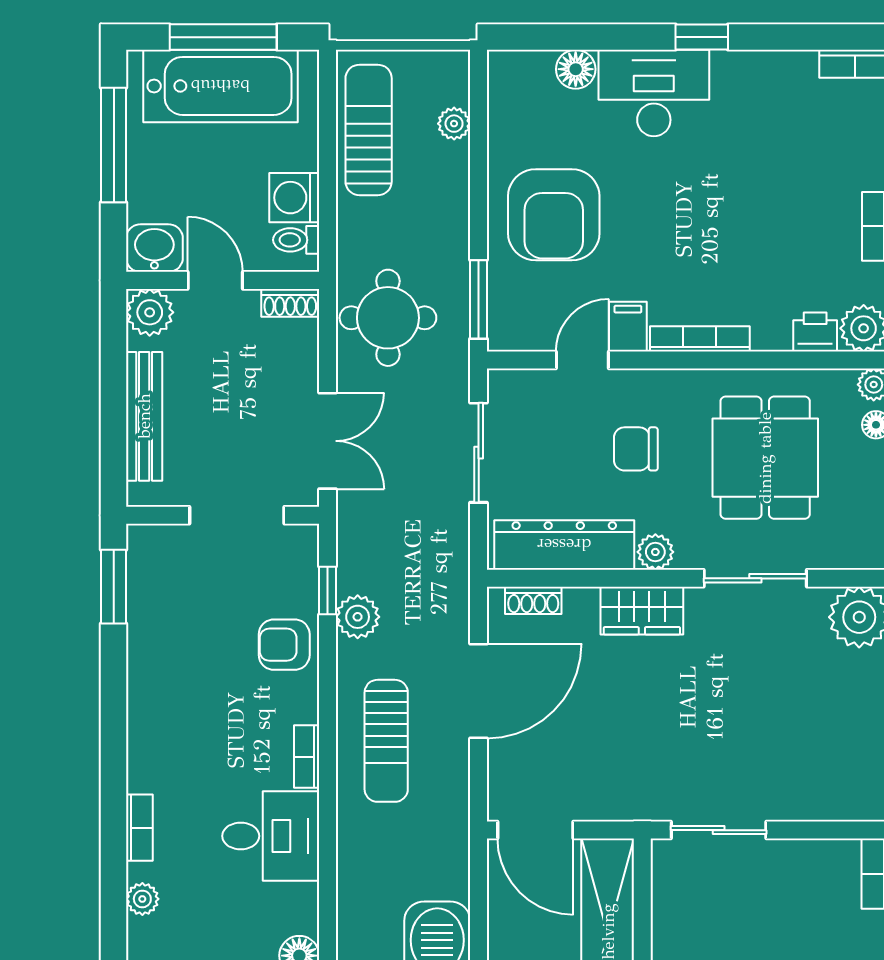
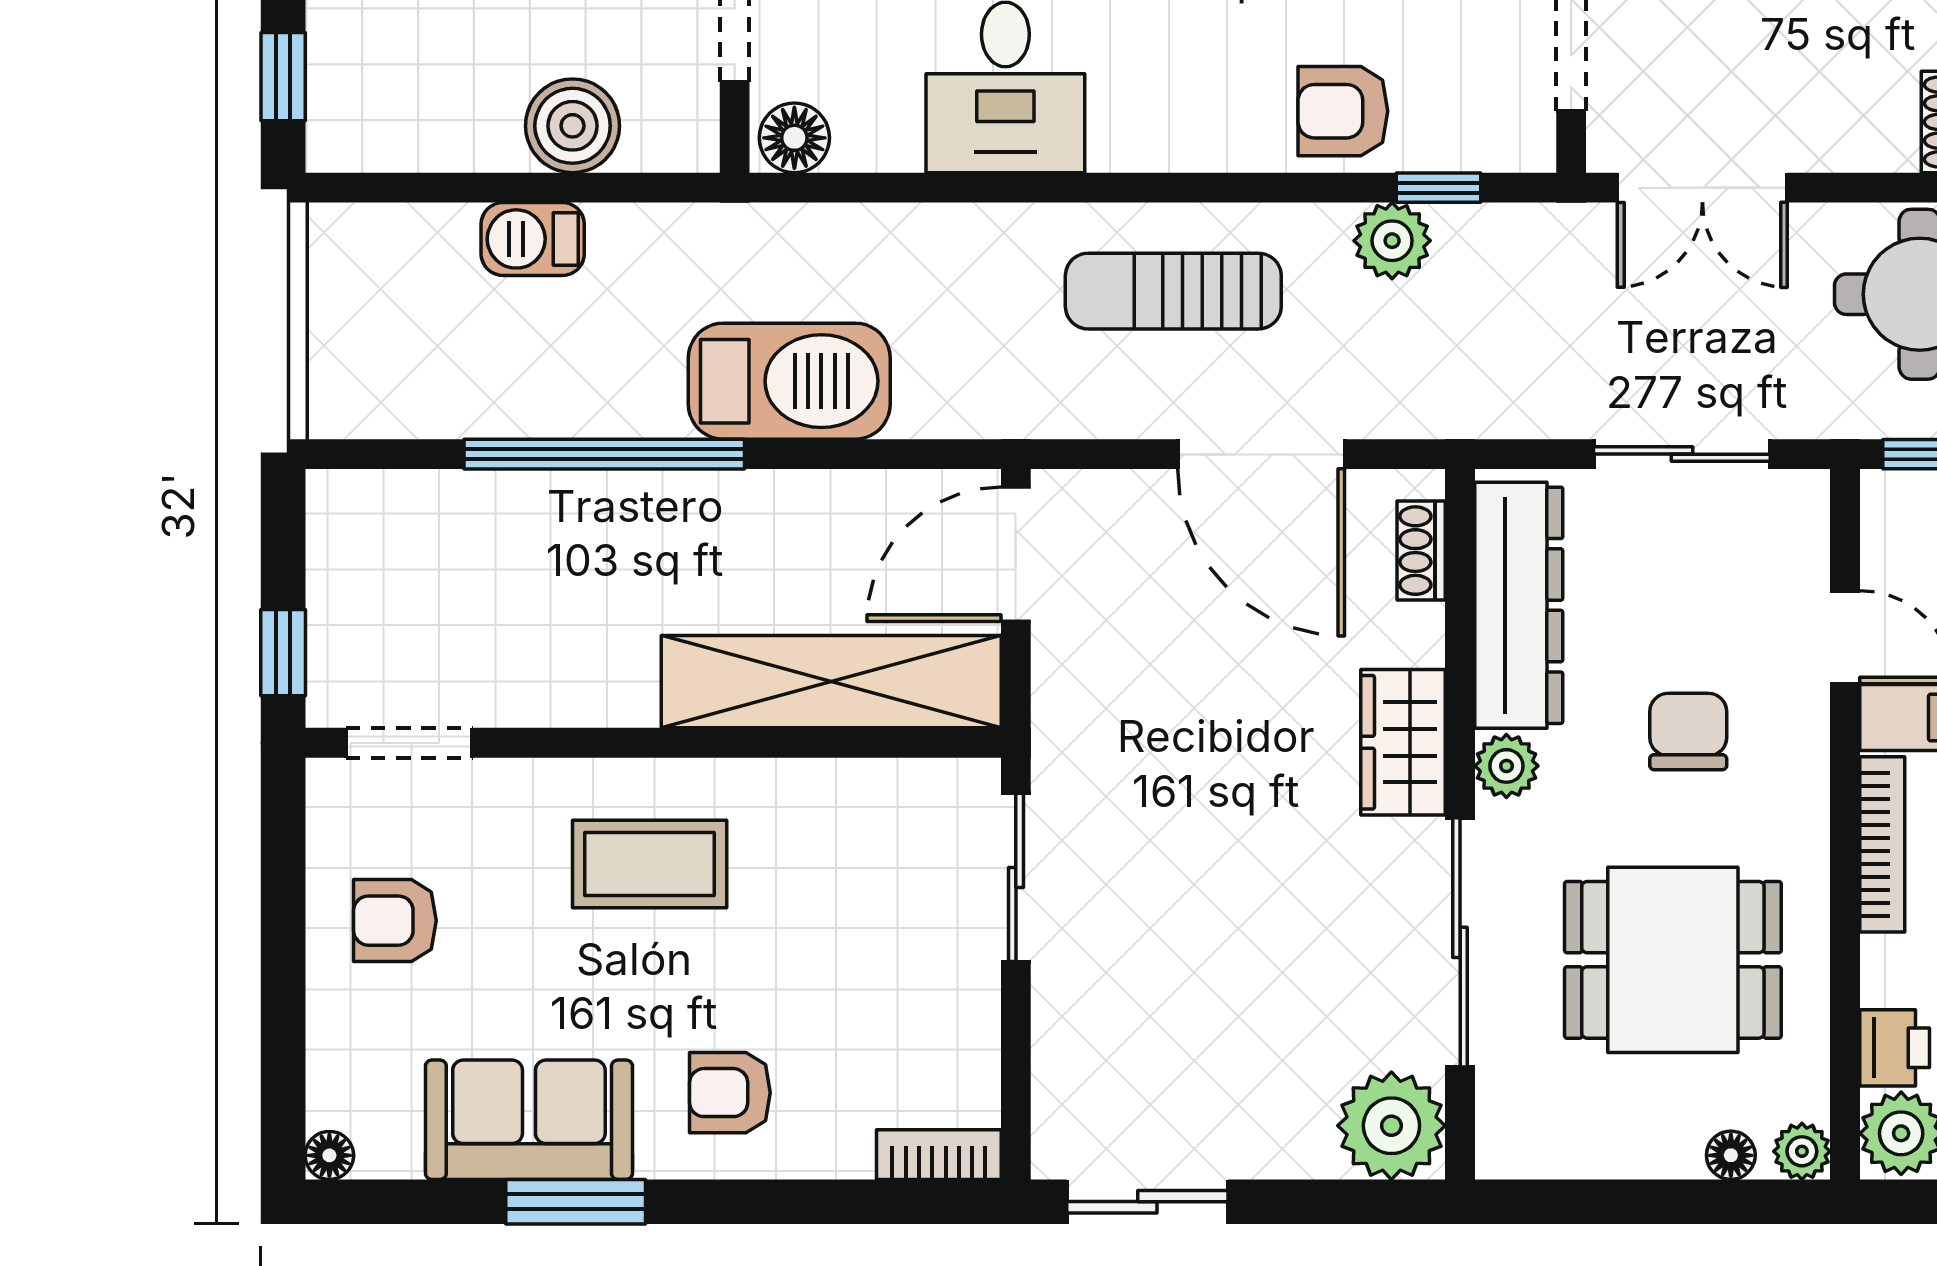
sliding door: (755, 578) -> (1460, 942), width x1.37
armchair: (284, 645) -> (1343, 111), turned -90
bookcase: (307, 757) -> (1146, 151), removed

